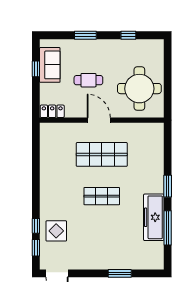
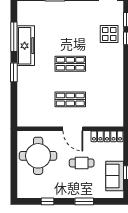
locker: (52, 111) -> (107, 136), width x1.53
shop shelf: (102, 154) -> (70, 99), width x0.70, depth x0.74

